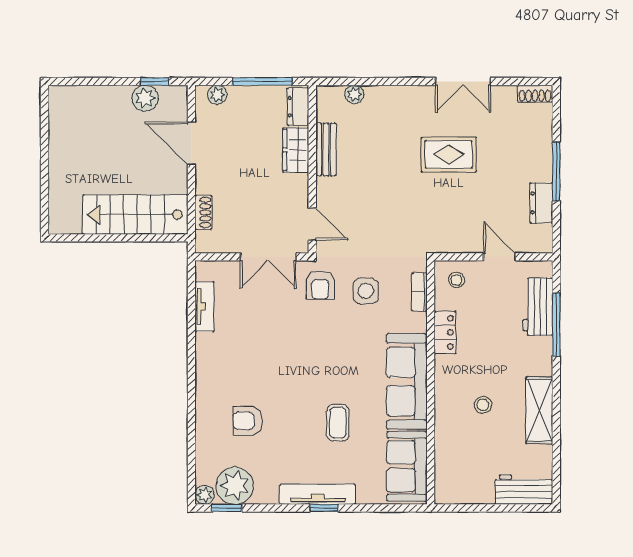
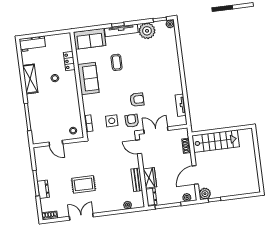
plant: (145, 98) -> (205, 194), moved
door: (191, 143) -> (195, 175), swing flipped
dresser: (541, 203) -> (43, 189), moved
workbench: (538, 307) -> (37, 124), removed
locker: (445, 332) -> (69, 61), moved
sofa: (407, 382) -> (88, 78), width x0.73
armchair: (248, 421) -> (137, 100), moved
sofa: (407, 466) -> (90, 39), moved, turned 90
plant: (235, 486) -> (147, 31), moved

